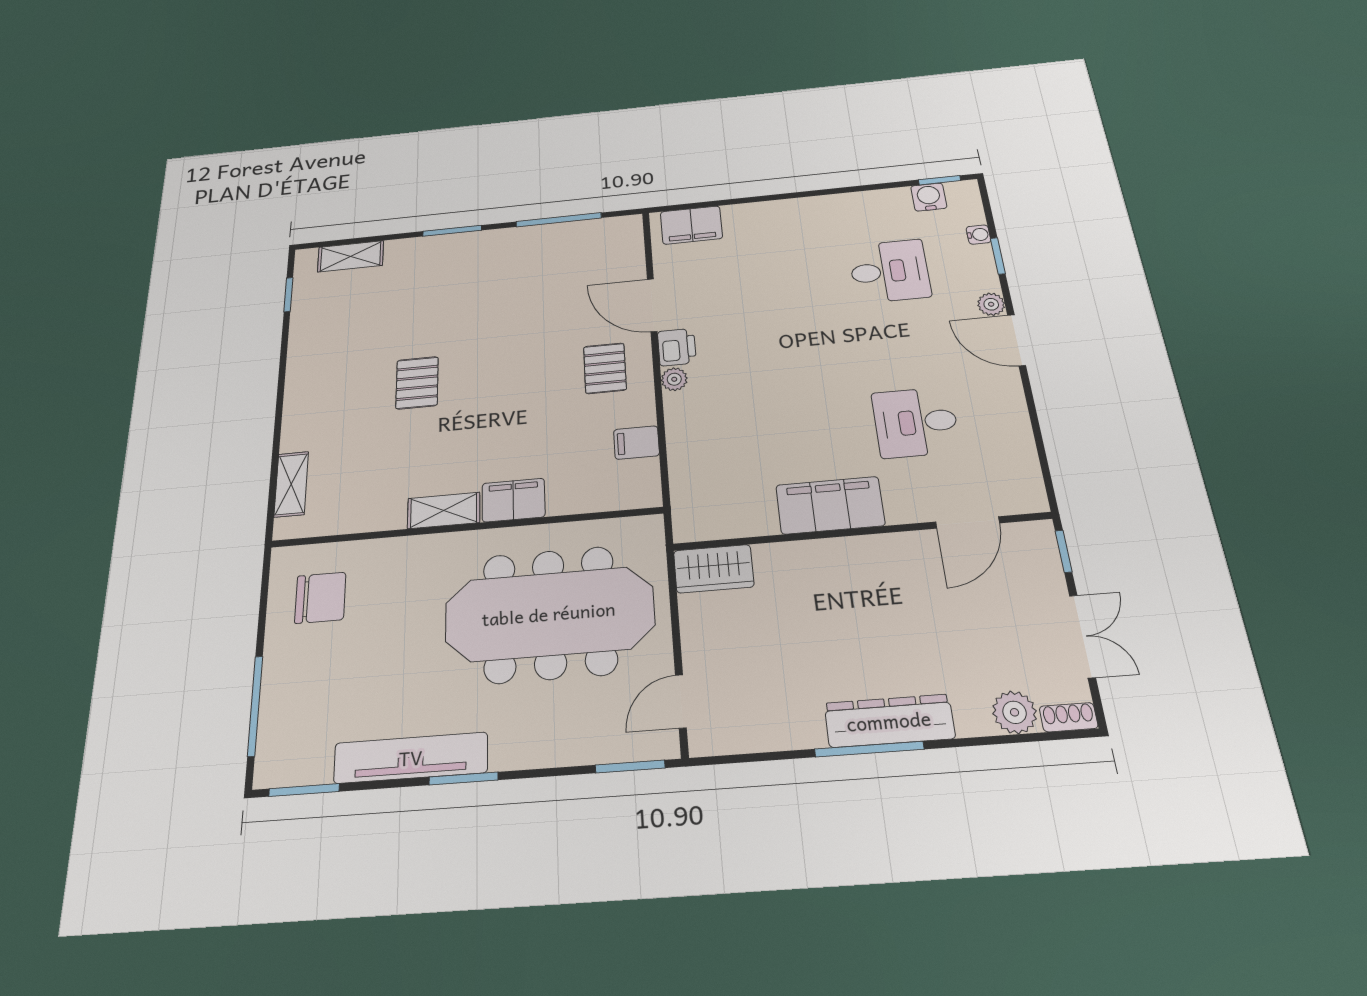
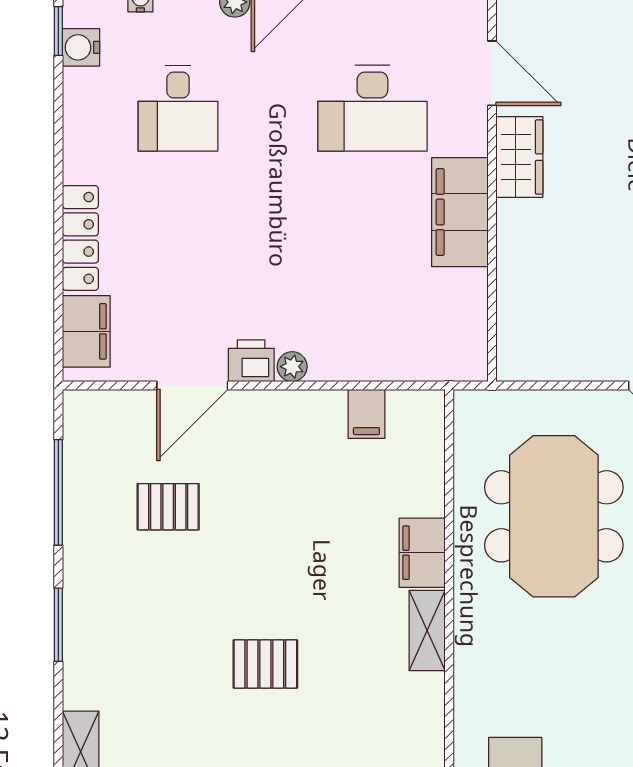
locker: (768, 213) -> (80, 238), added
desk: (889, 271) -> (178, 108), turned 180
pallet: (605, 368) -> (168, 507), moved
desk: (916, 422) -> (372, 108), width x1.37
wardrobe: (714, 569) -> (519, 157), moved
meeting table: (549, 614) -> (554, 516), width x0.73

